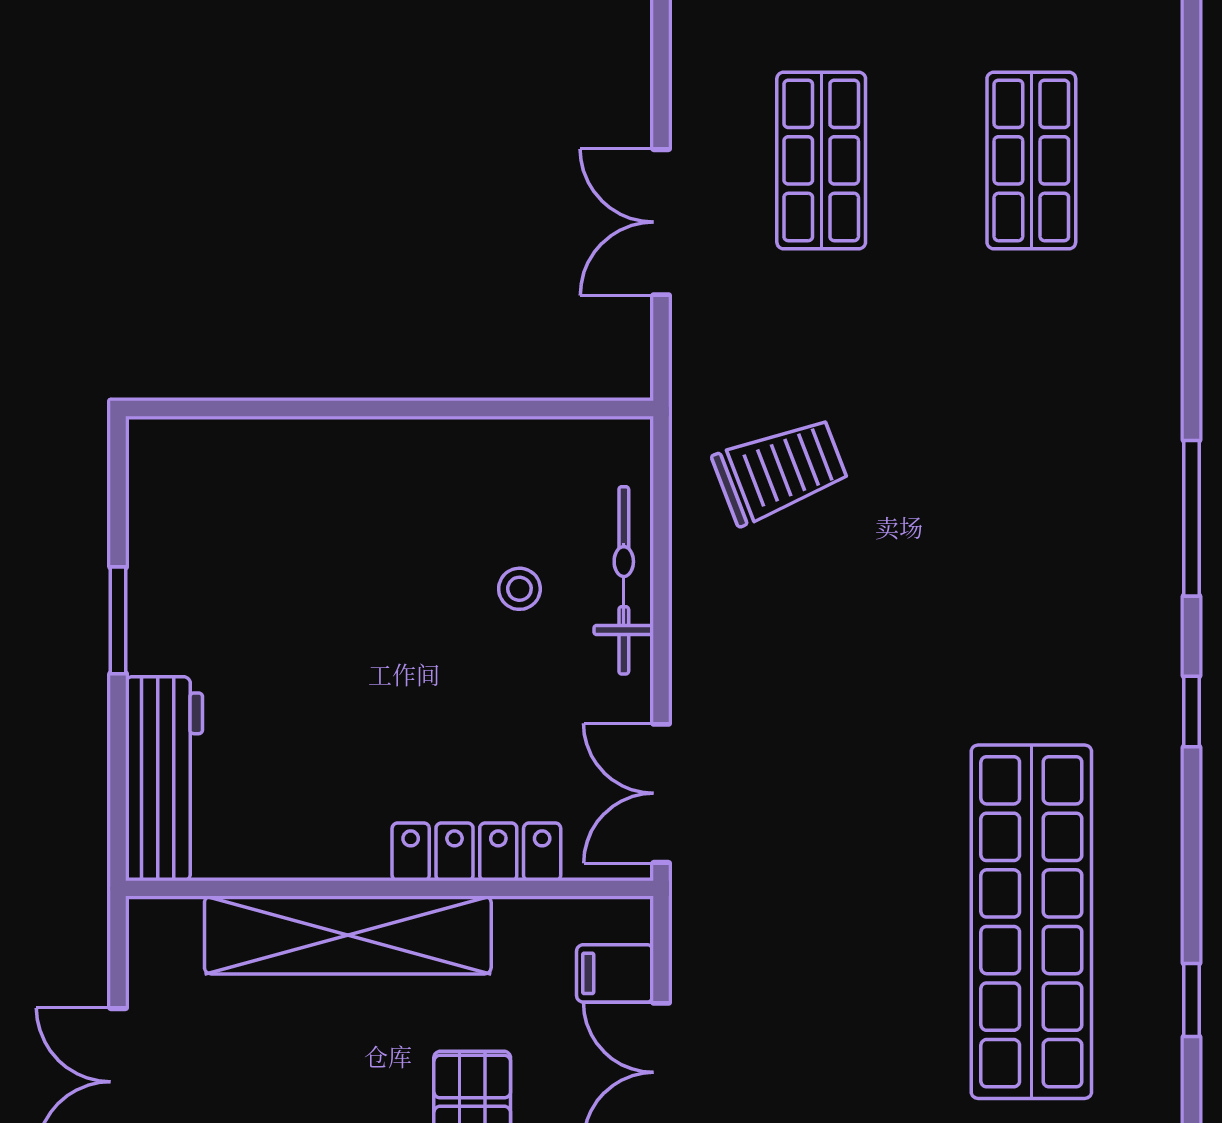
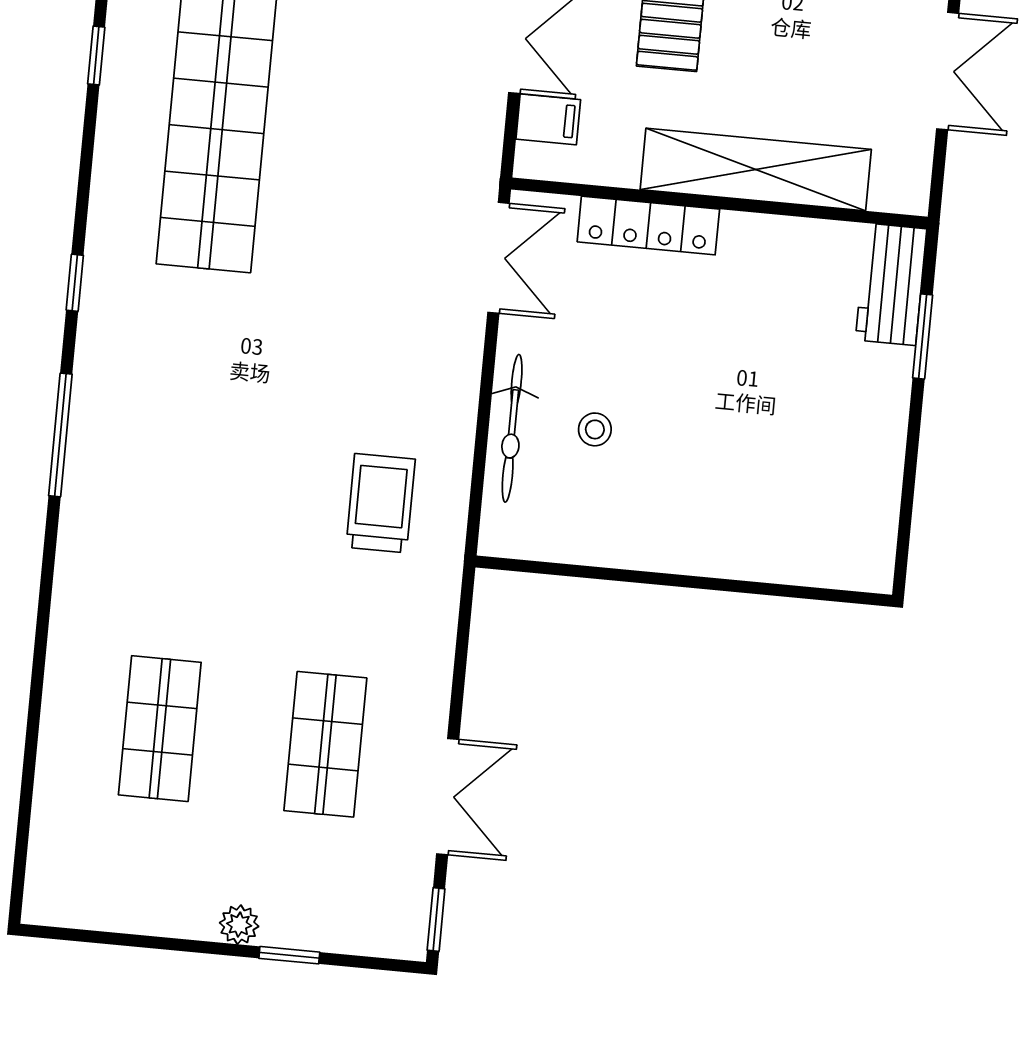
double door: (661, 222) -> (448, 797), moved
trolley: (780, 470) -> (381, 503), turned 111
window: (118, 620) -> (923, 336), moved
workbench: (164, 779) -> (891, 284), width x0.73

